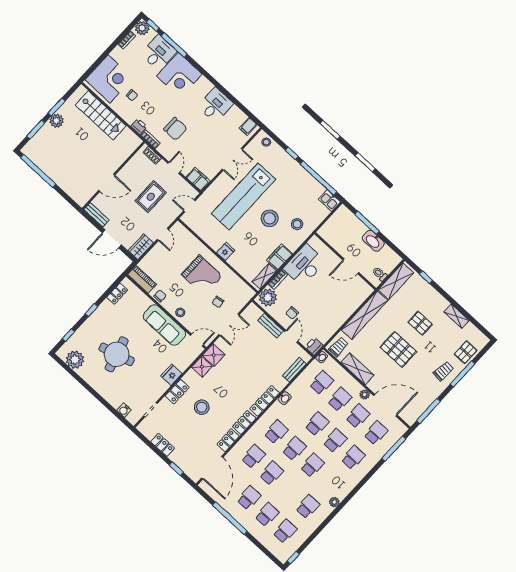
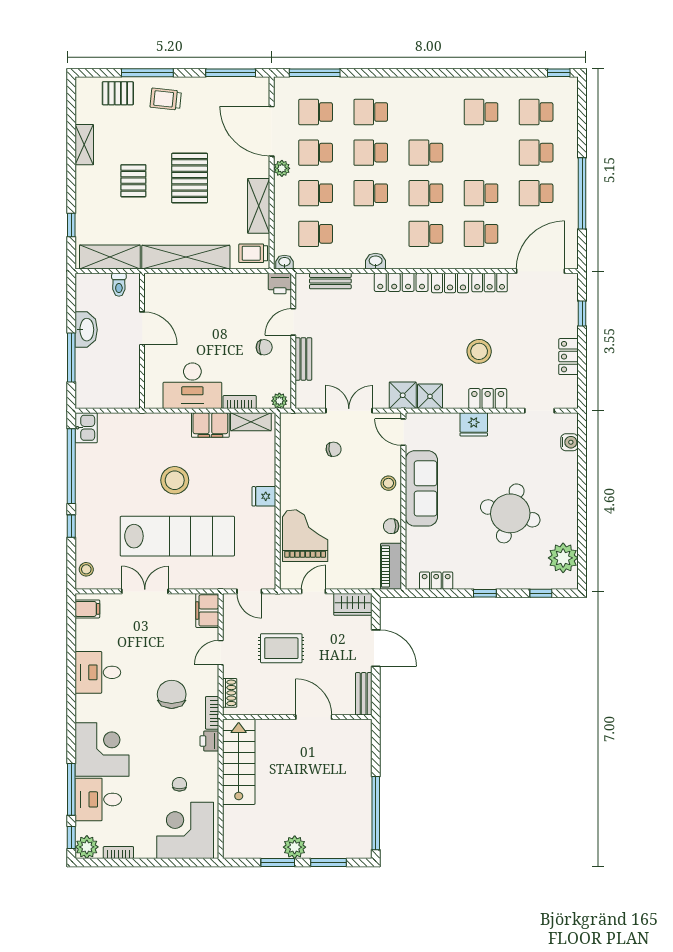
stairs: (101, 115) -> (239, 762), moved
stool: (297, 224) -> (151, 440), removed
grand piano: (202, 275) -> (305, 536), moved
plant: (268, 297) -> (279, 401), width x0.53, depth x0.53
round table: (117, 354) -> (510, 513), turned 32
plant: (334, 502) -> (446, 85), removed

